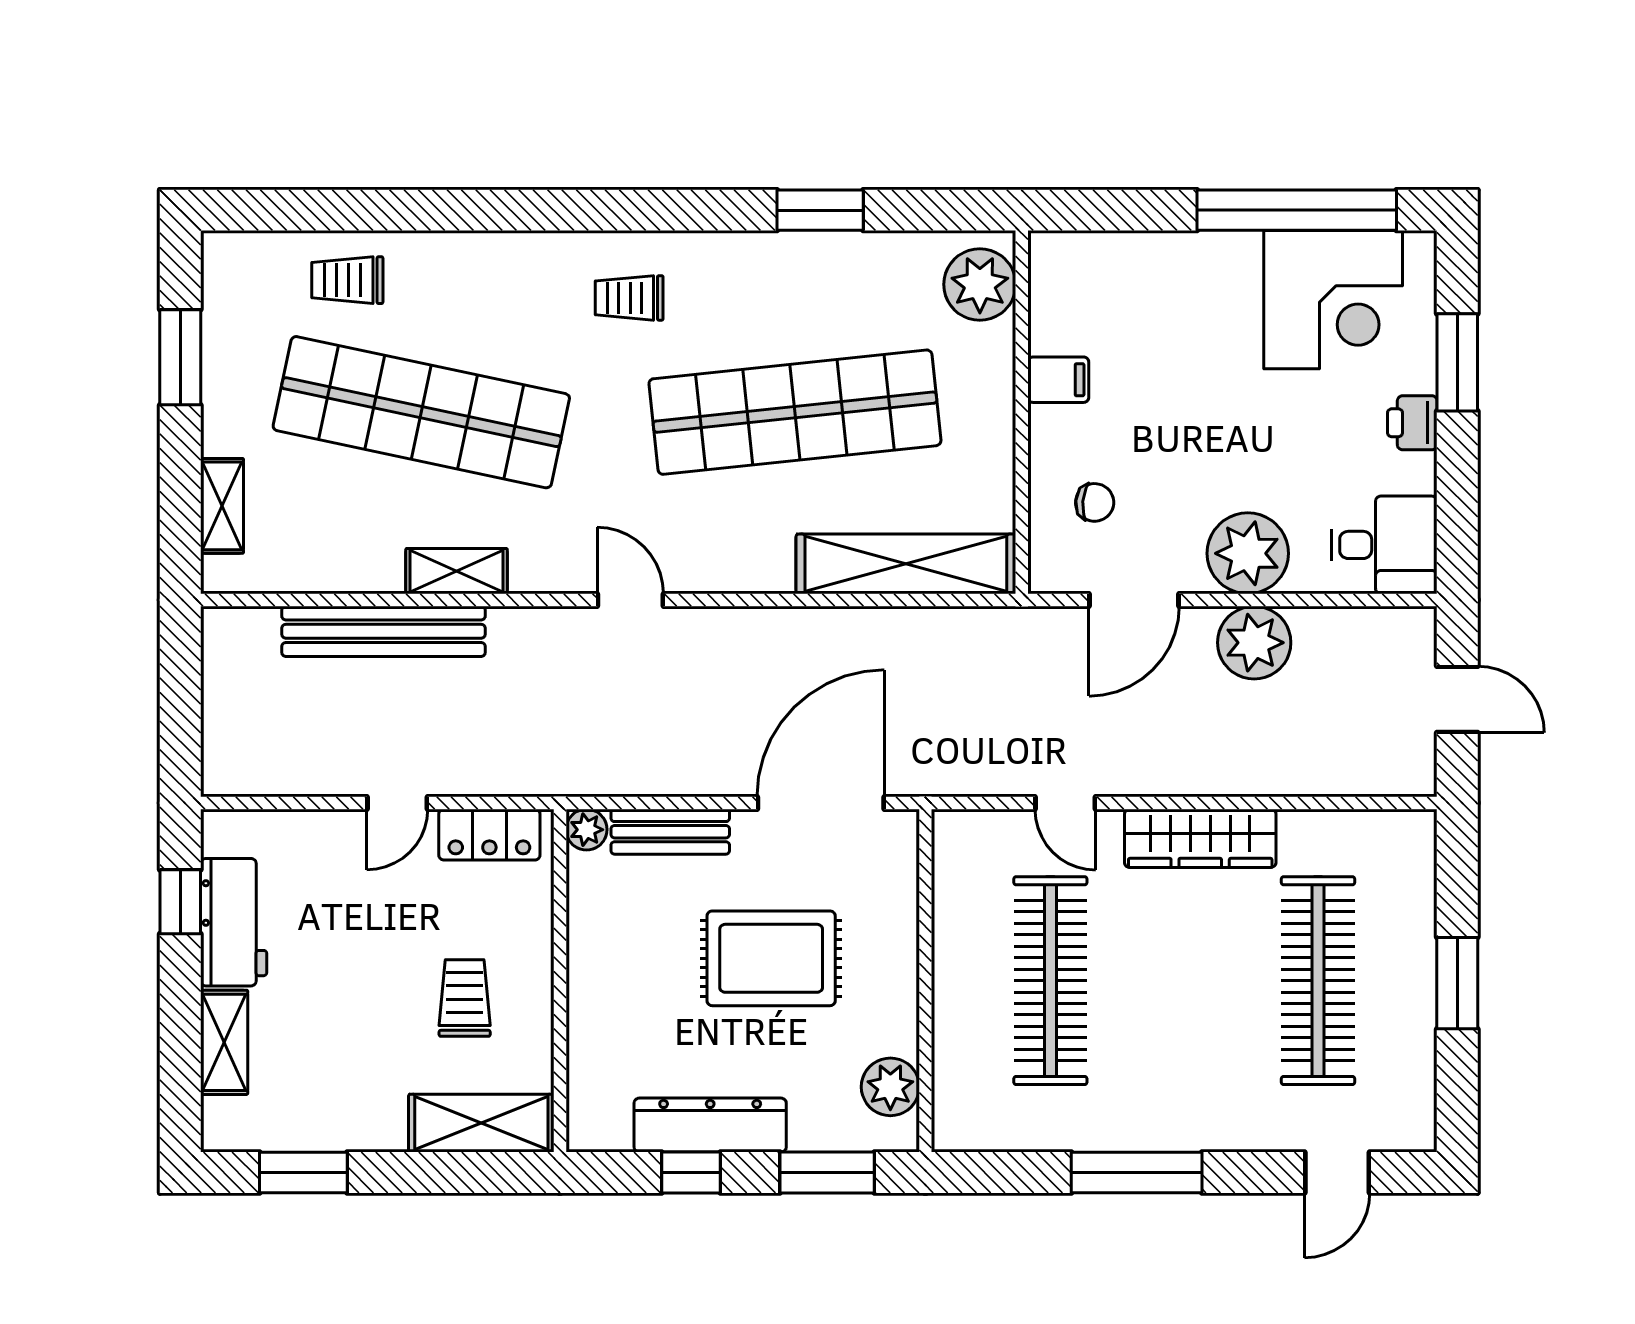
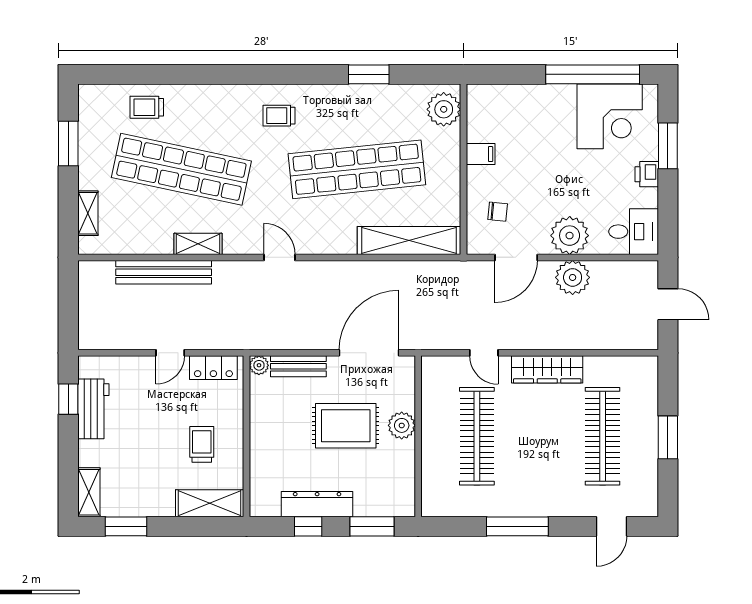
shelving: (224, 1042) -> (89, 492), moved
plant: (890, 1087) -> (402, 425), moved

